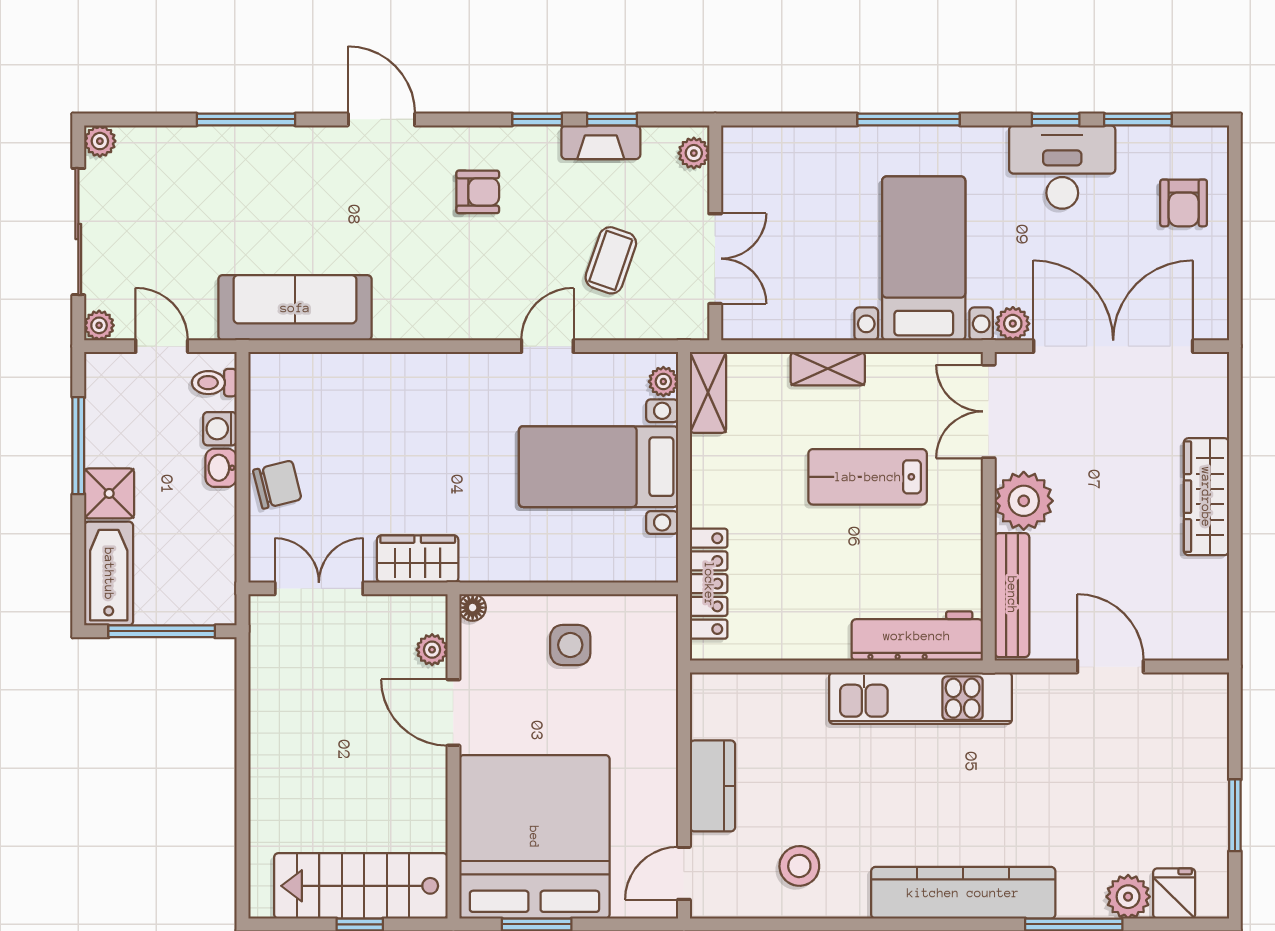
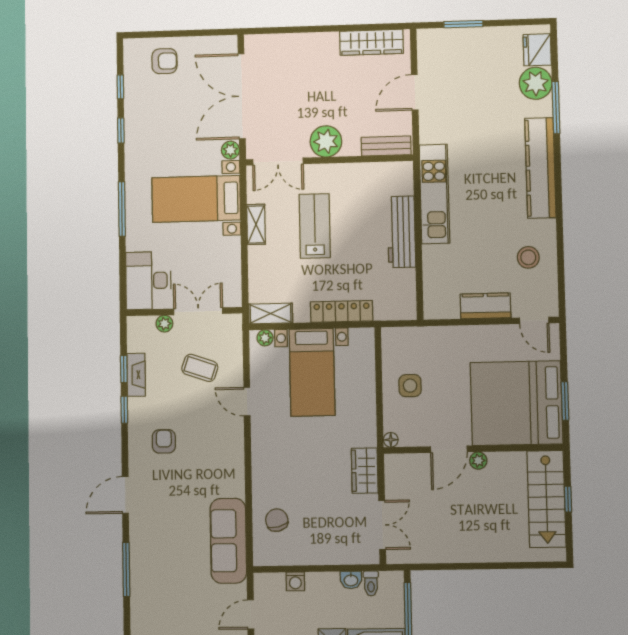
window: (1138, 119) -> (120, 87), width x0.67
plant: (694, 153) -> (164, 324), moved
desk: (1062, 167) -> (148, 281), moved
shelving: (828, 369) -> (256, 224), moved
toilet: (214, 383) -> (371, 583), moved
washbasin: (221, 468) -> (351, 580), moved
lab bench: (868, 477) -> (315, 226), turned 180
chair: (277, 485) -> (277, 520), moved
wardrobe: (1206, 497) -> (371, 42), moved
locker: (709, 584) -> (342, 311), moved
double door: (319, 588) -> (382, 525), swing flipped
bench: (1012, 595) -> (386, 146), width x0.73
workbench: (917, 636) -> (401, 232), moved
plant: (432, 650) -> (478, 461), moved
window: (1235, 815) -> (463, 24), moved
fridge: (1174, 893) -> (537, 50), width x1.38
plant: (1128, 897) -> (536, 83), width x1.36, depth x1.36

